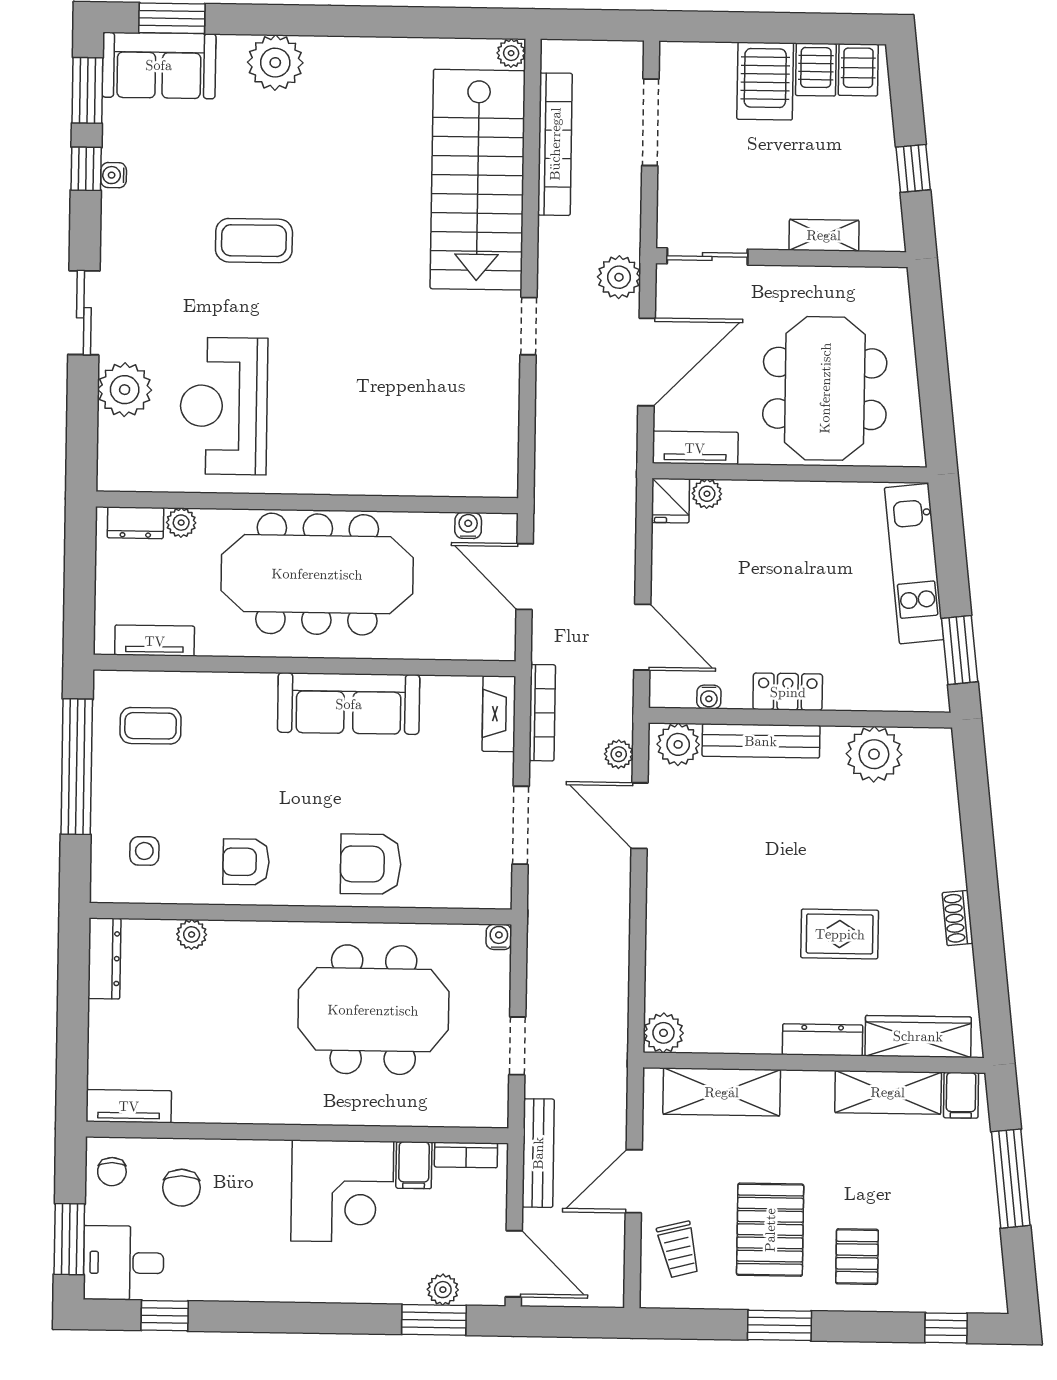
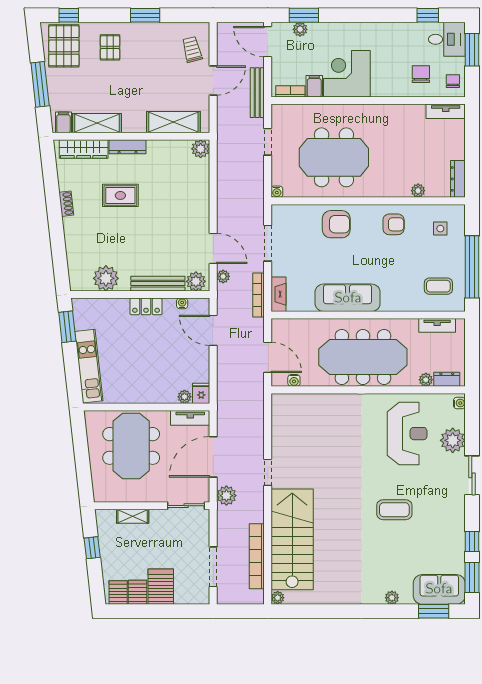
plant: (275, 63) -> (392, 598), width x0.53, depth x0.53
water cooler: (114, 175) -> (459, 403), moved
pallet: (770, 1230) -> (64, 46), moved

